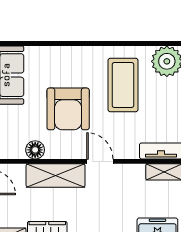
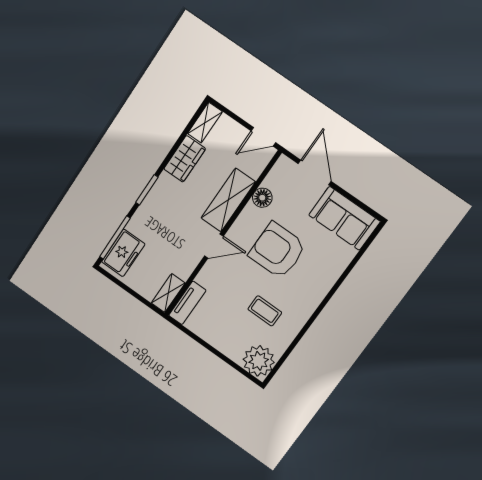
coffee table: (123, 85) -> (265, 311), width x0.54, depth x0.58

